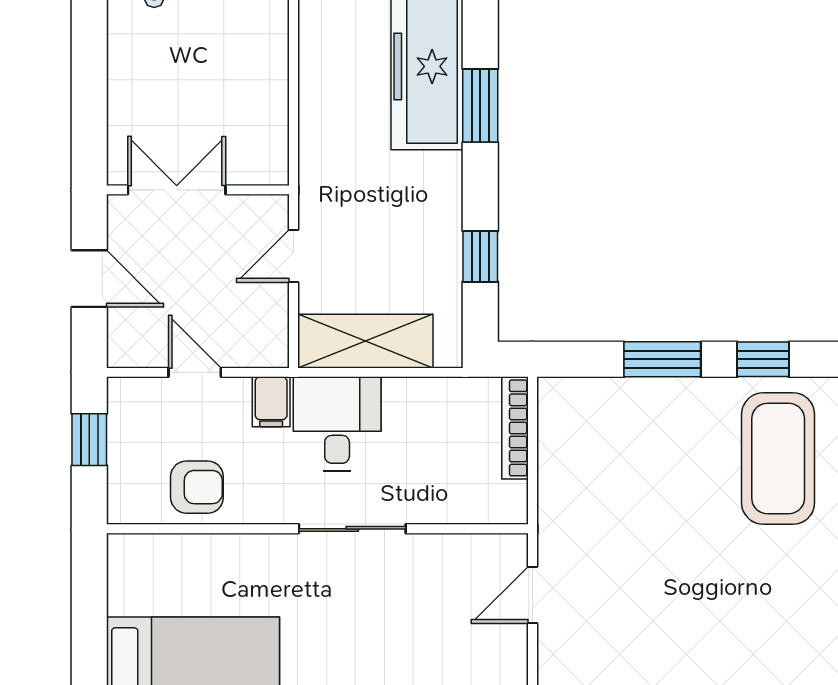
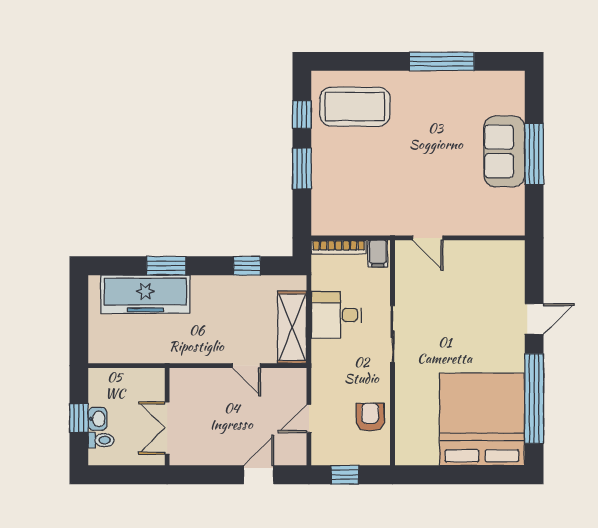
double door: (177, 190) -> (167, 428), moved
wall: (198, 190) -> (167, 417), moved
filing cabinet: (271, 402) -> (378, 254), moved, turned 90
desk: (337, 424) -> (336, 315), moved

